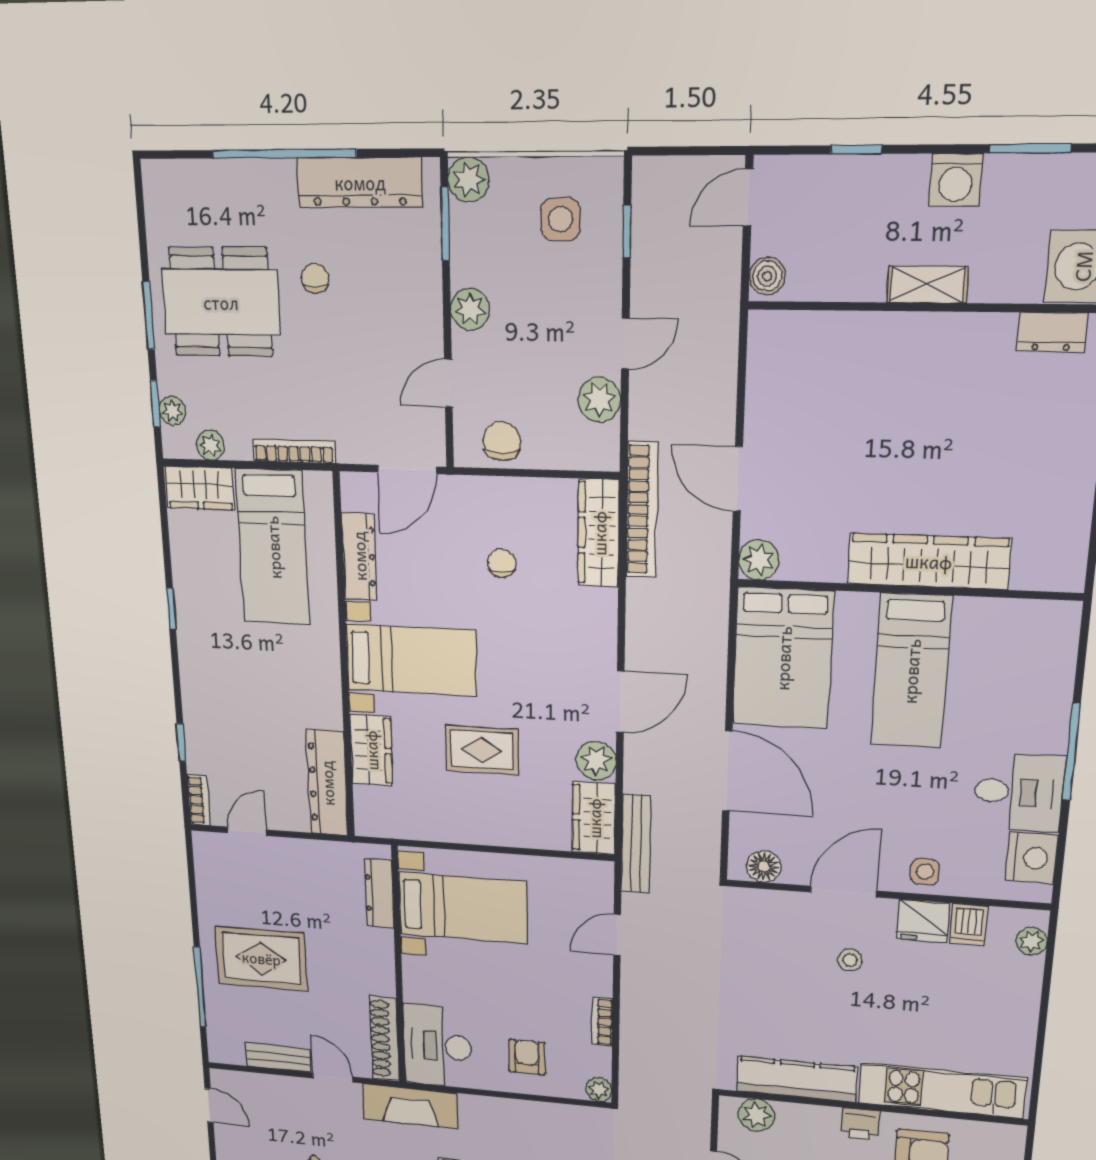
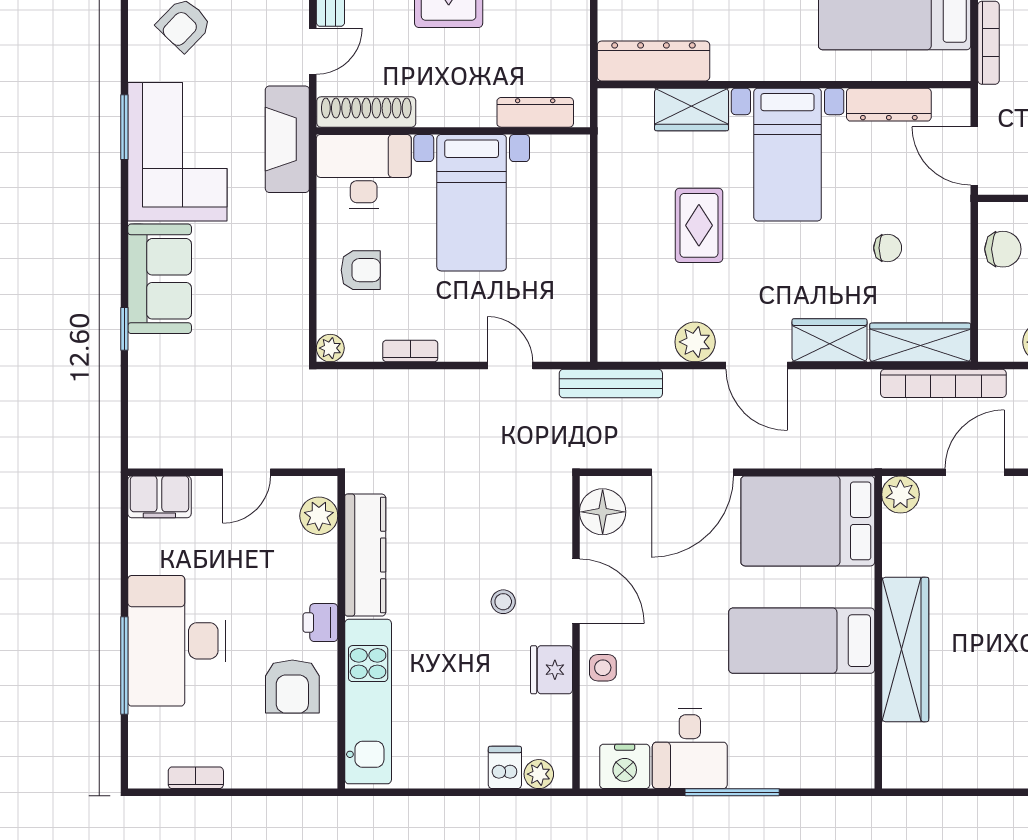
wardrobe: (594, 818) -> (829, 340), moved
floor lamp: (764, 866) -> (603, 512), width x1.38, depth x1.38
bed with nightstands: (463, 908) -> (472, 203), moved
dishwasher: (969, 925) -> (505, 767), moved, turned 90

